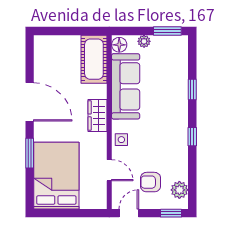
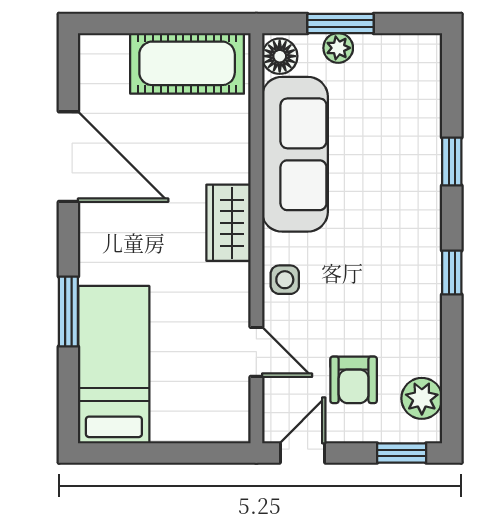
window: (167, 31) -> (340, 24), moved
cot: (94, 59) -> (187, 63), moved, turned 90
door: (30, 102) -> (68, 157), moved
bed: (56, 176) -> (114, 365), width x0.67
armchair: (151, 182) -> (354, 380), turned -90

